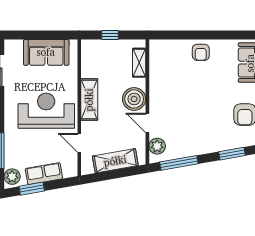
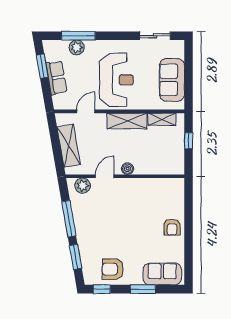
armchair: (201, 52) -> (172, 227), turned -90
shelving: (139, 63) -> (162, 119), moved
boiler: (134, 99) -> (128, 169), width x0.54, depth x0.54
window: (179, 163) -> (69, 219), moved
plant: (12, 177) -> (77, 47), moved

